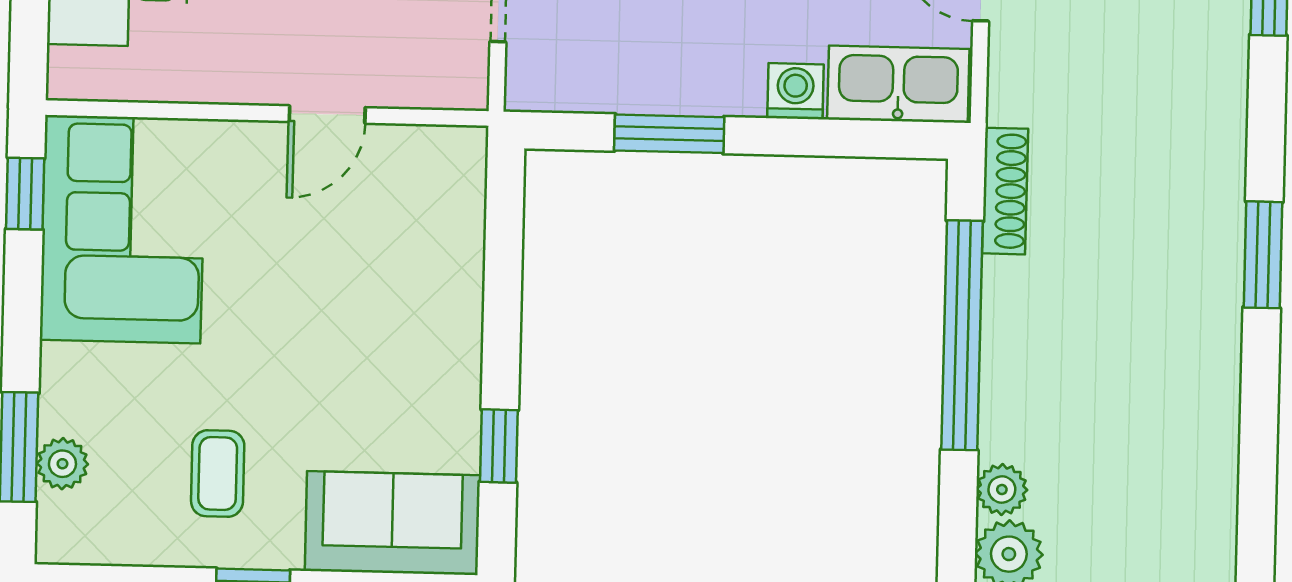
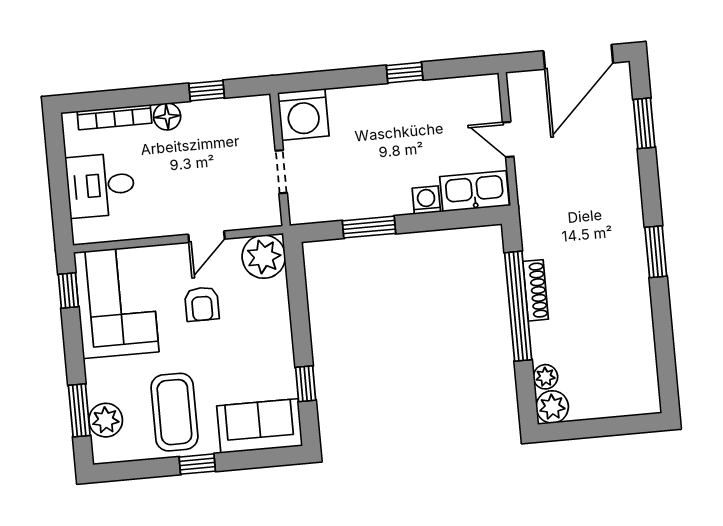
plant: (442, 170) -> (264, 257), added
shoe rack: (1005, 191) -> (536, 290), moved
armchair: (301, 254) -> (202, 304), added
plant: (62, 464) -> (106, 420), width x1.38, depth x1.38
coffee table: (218, 474) -> (174, 412), width x1.86, depth x1.72

